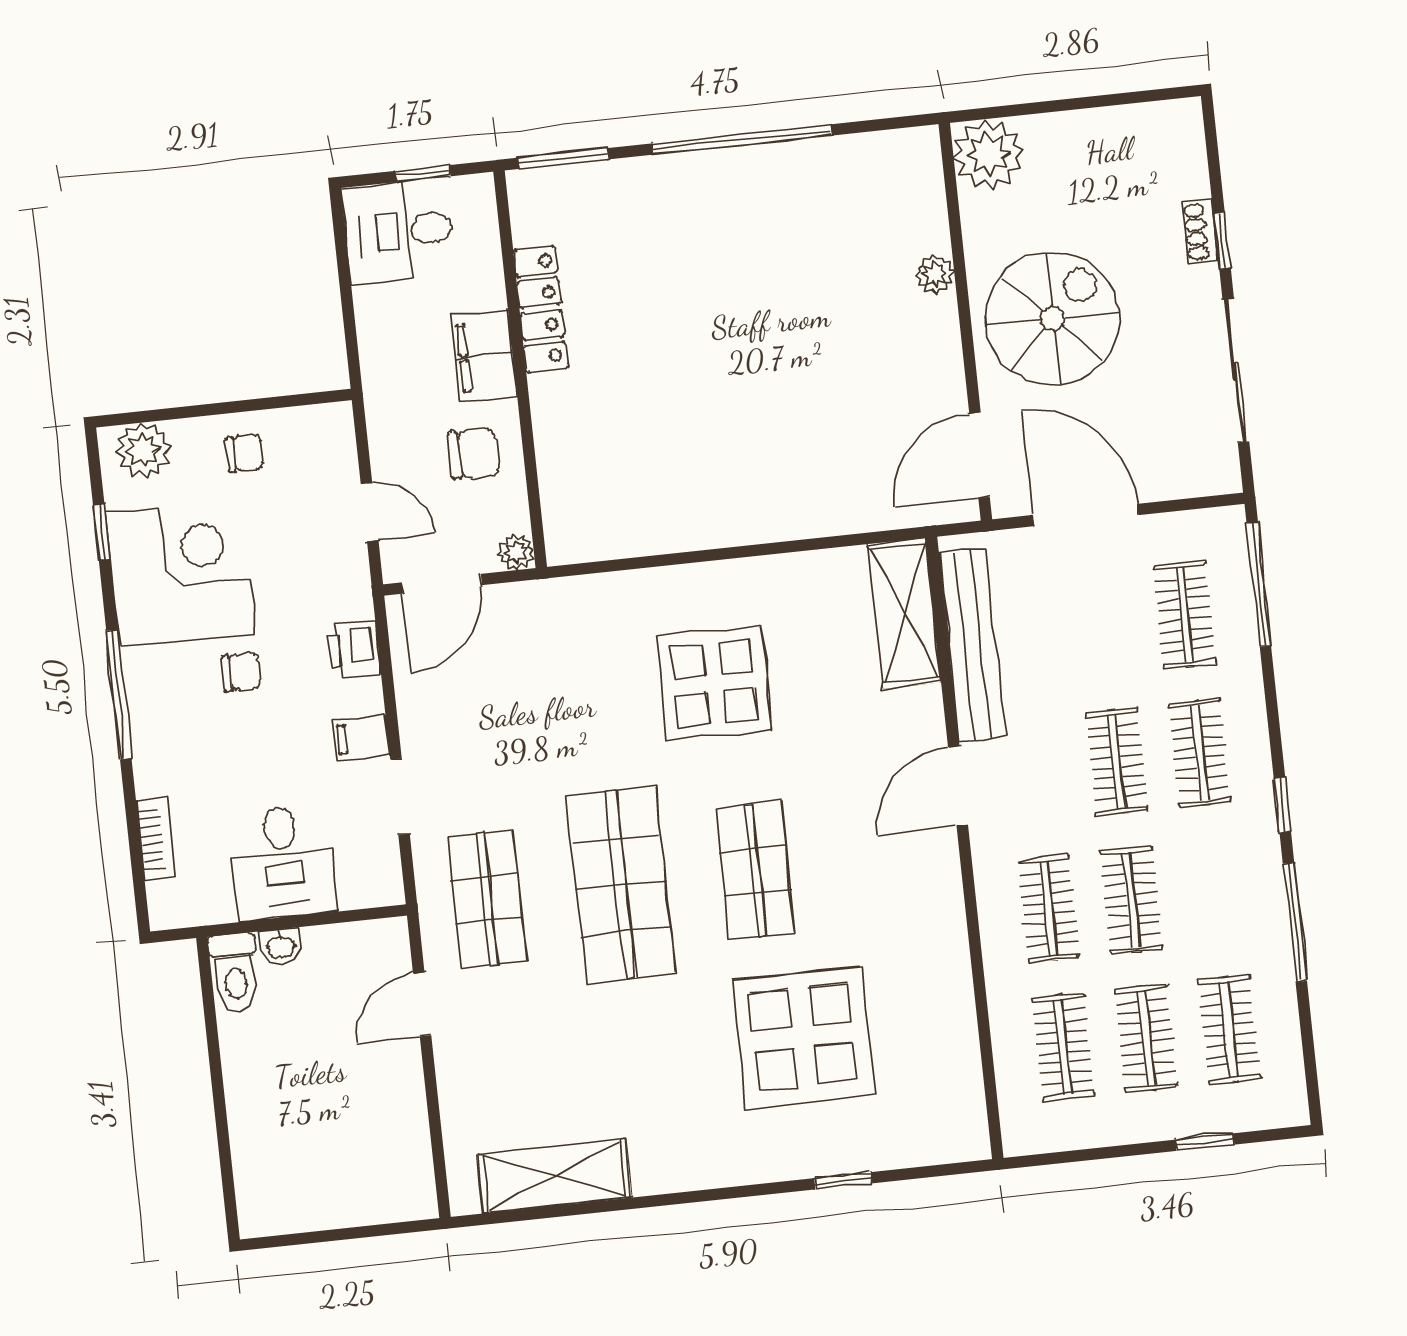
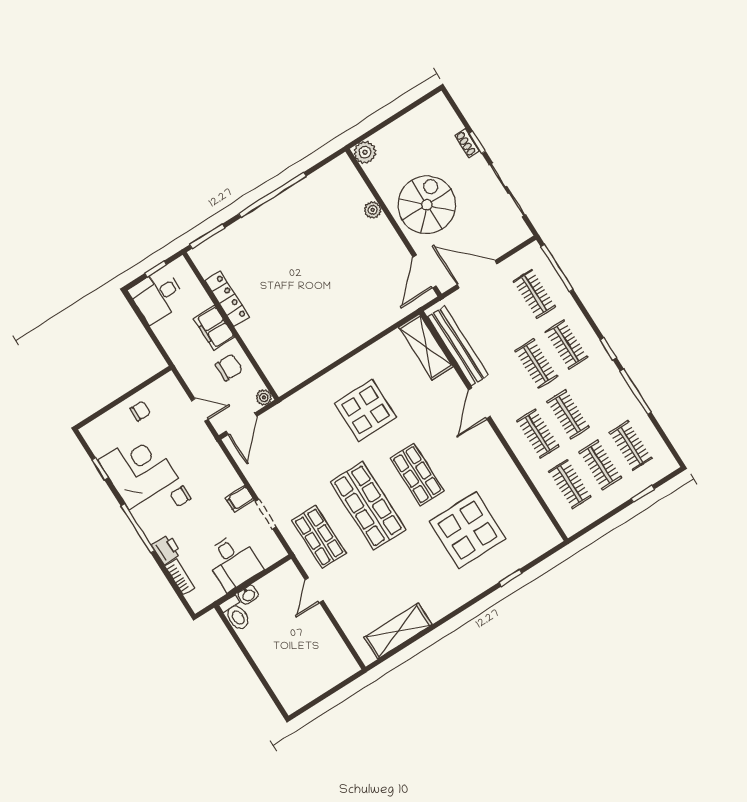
plant: (989, 154) -> (365, 152), width x0.73, depth x0.73
plant: (143, 450) -> (100, 429), removed
printer: (354, 650) -> (166, 549), moved, turned 180
chair: (241, 672) -> (181, 496), turned 180

